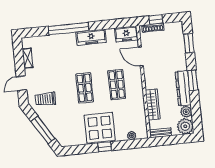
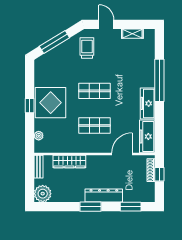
freezer: (126, 34) -> (147, 136), width x1.40
dresser: (183, 88) -> (104, 196), moved
plant: (186, 112) -> (58, 196), removed

